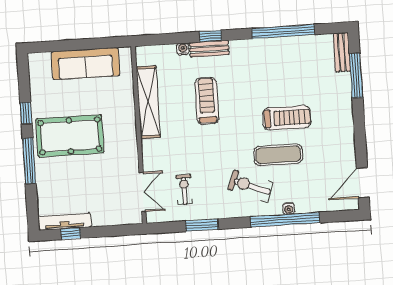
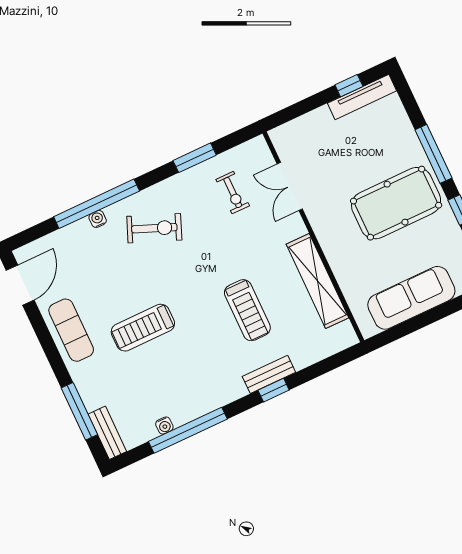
water cooler: (183, 49) -> (164, 426), moved
exercise mat: (278, 155) -> (71, 330), moved, turned 90
double door: (142, 192) -> (290, 186), moved

